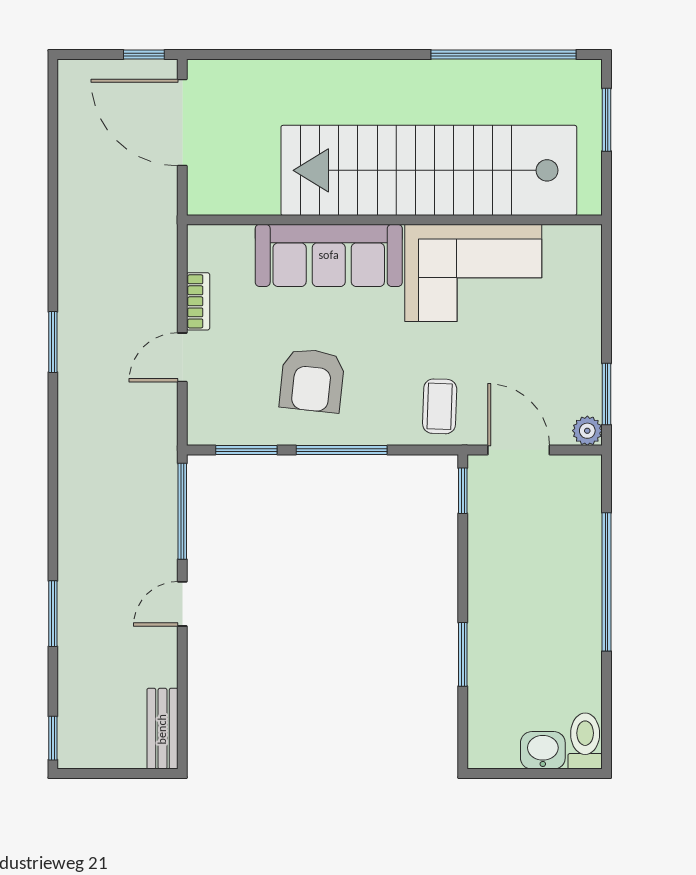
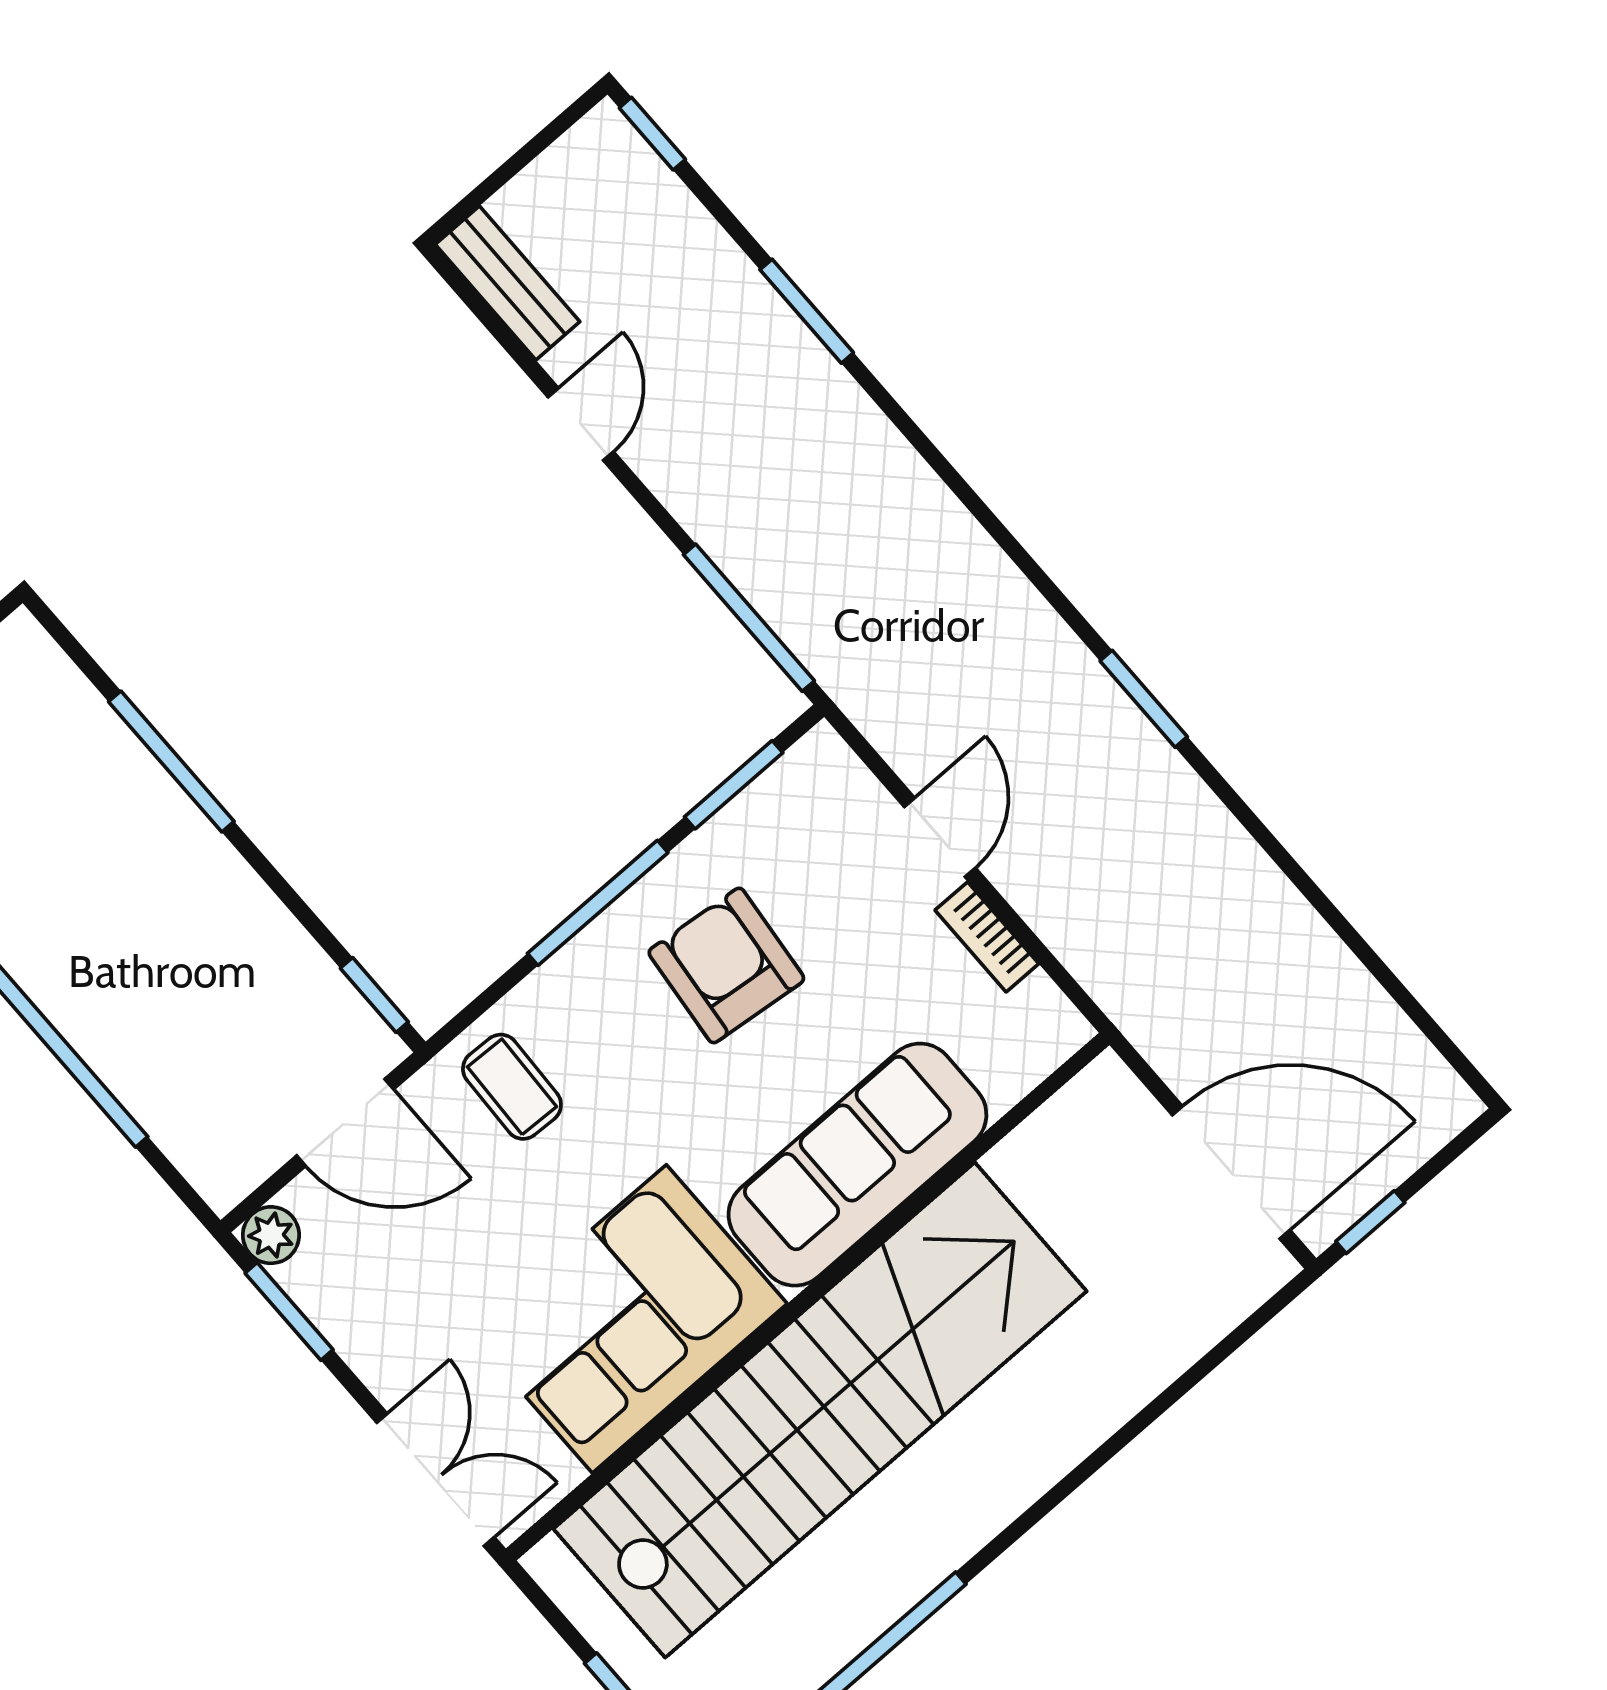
double door: (607, 276) -> (436, 1480), added
door: (182, 604) -> (581, 424), moved
window: (463, 654) -> (171, 761), width x1.44

